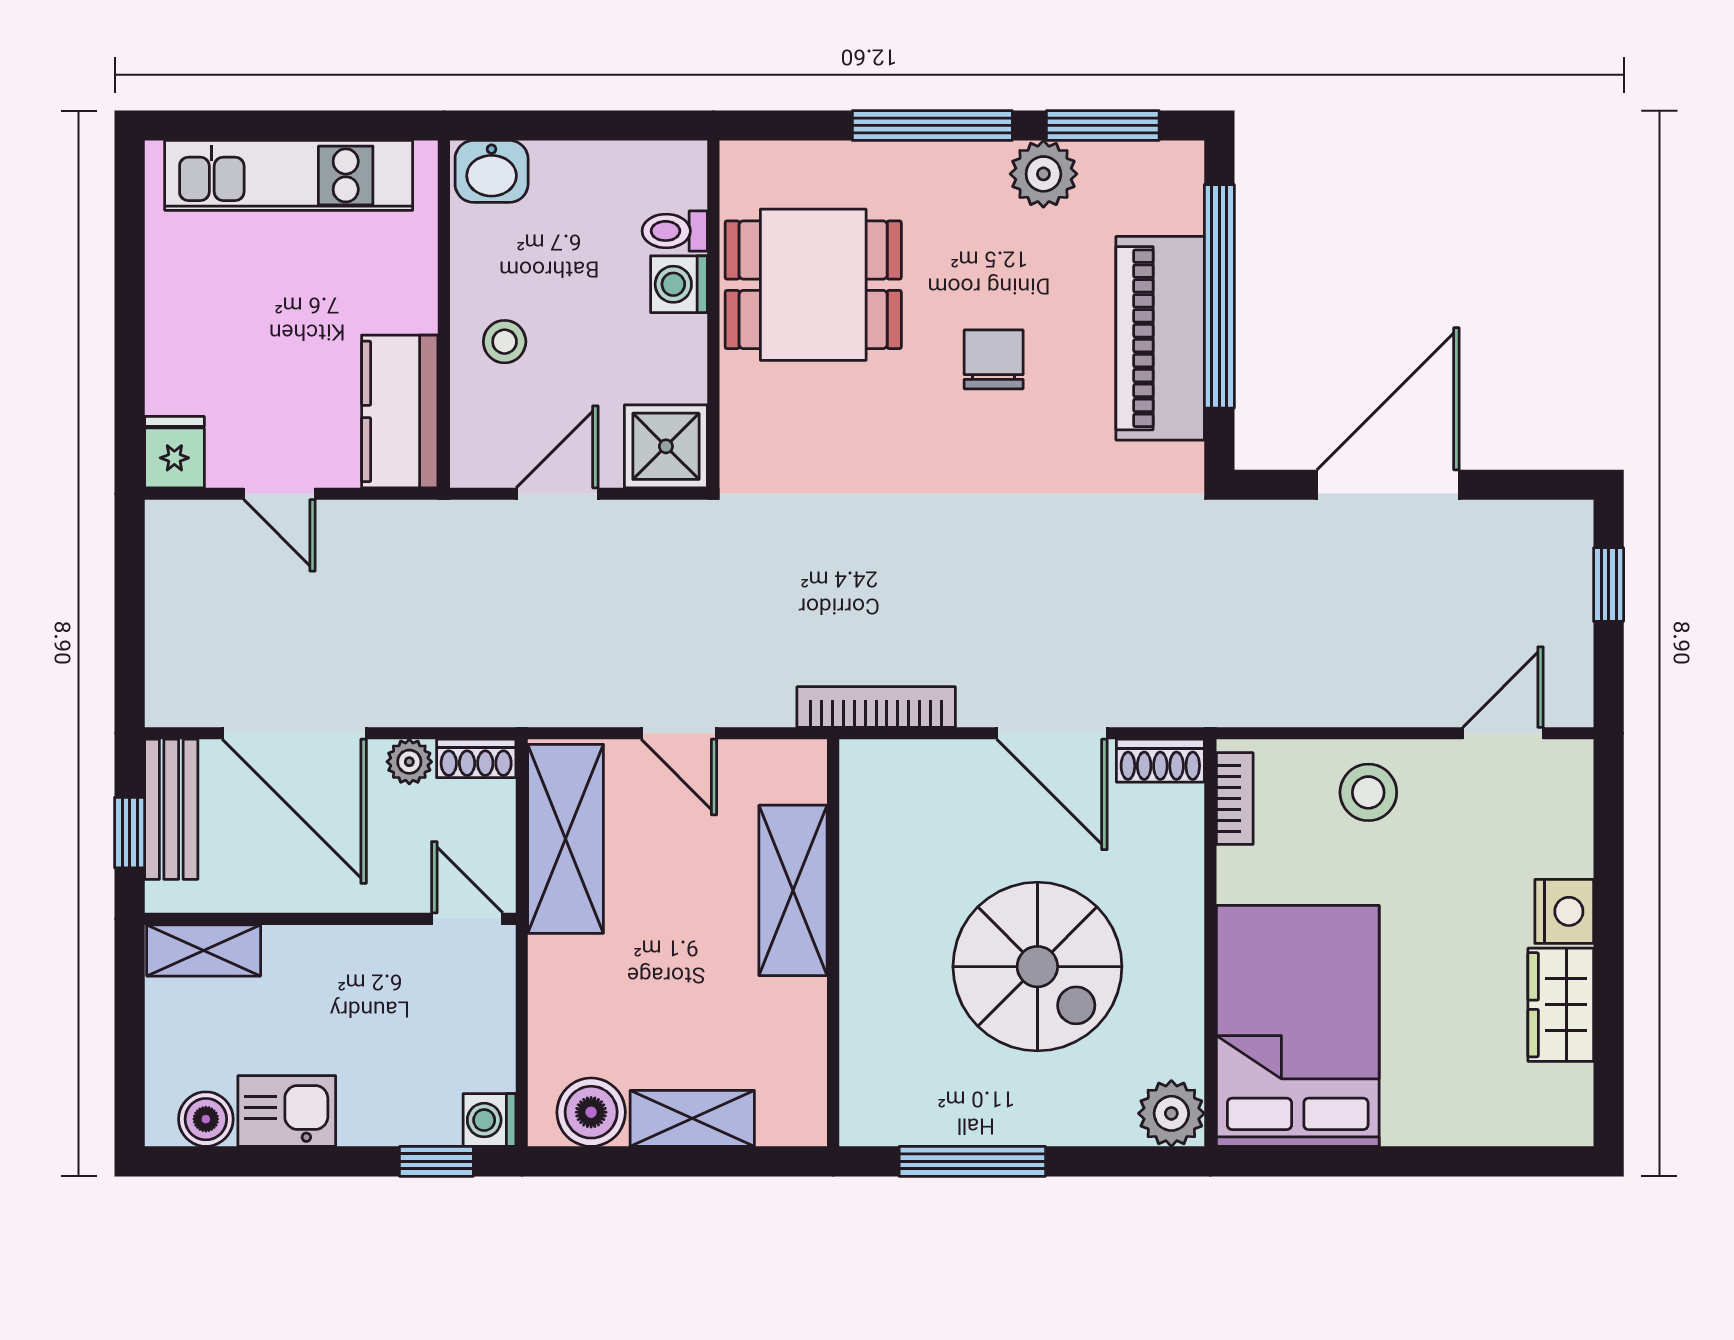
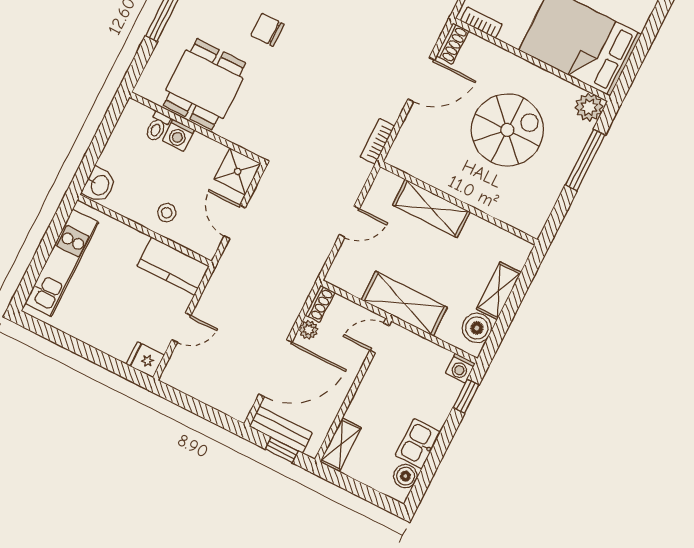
bookcase: (876, 707) -> (377, 141), width x0.64
shelving: (566, 839) -> (404, 304), moved
window: (972, 1161) -> (585, 160), moved

